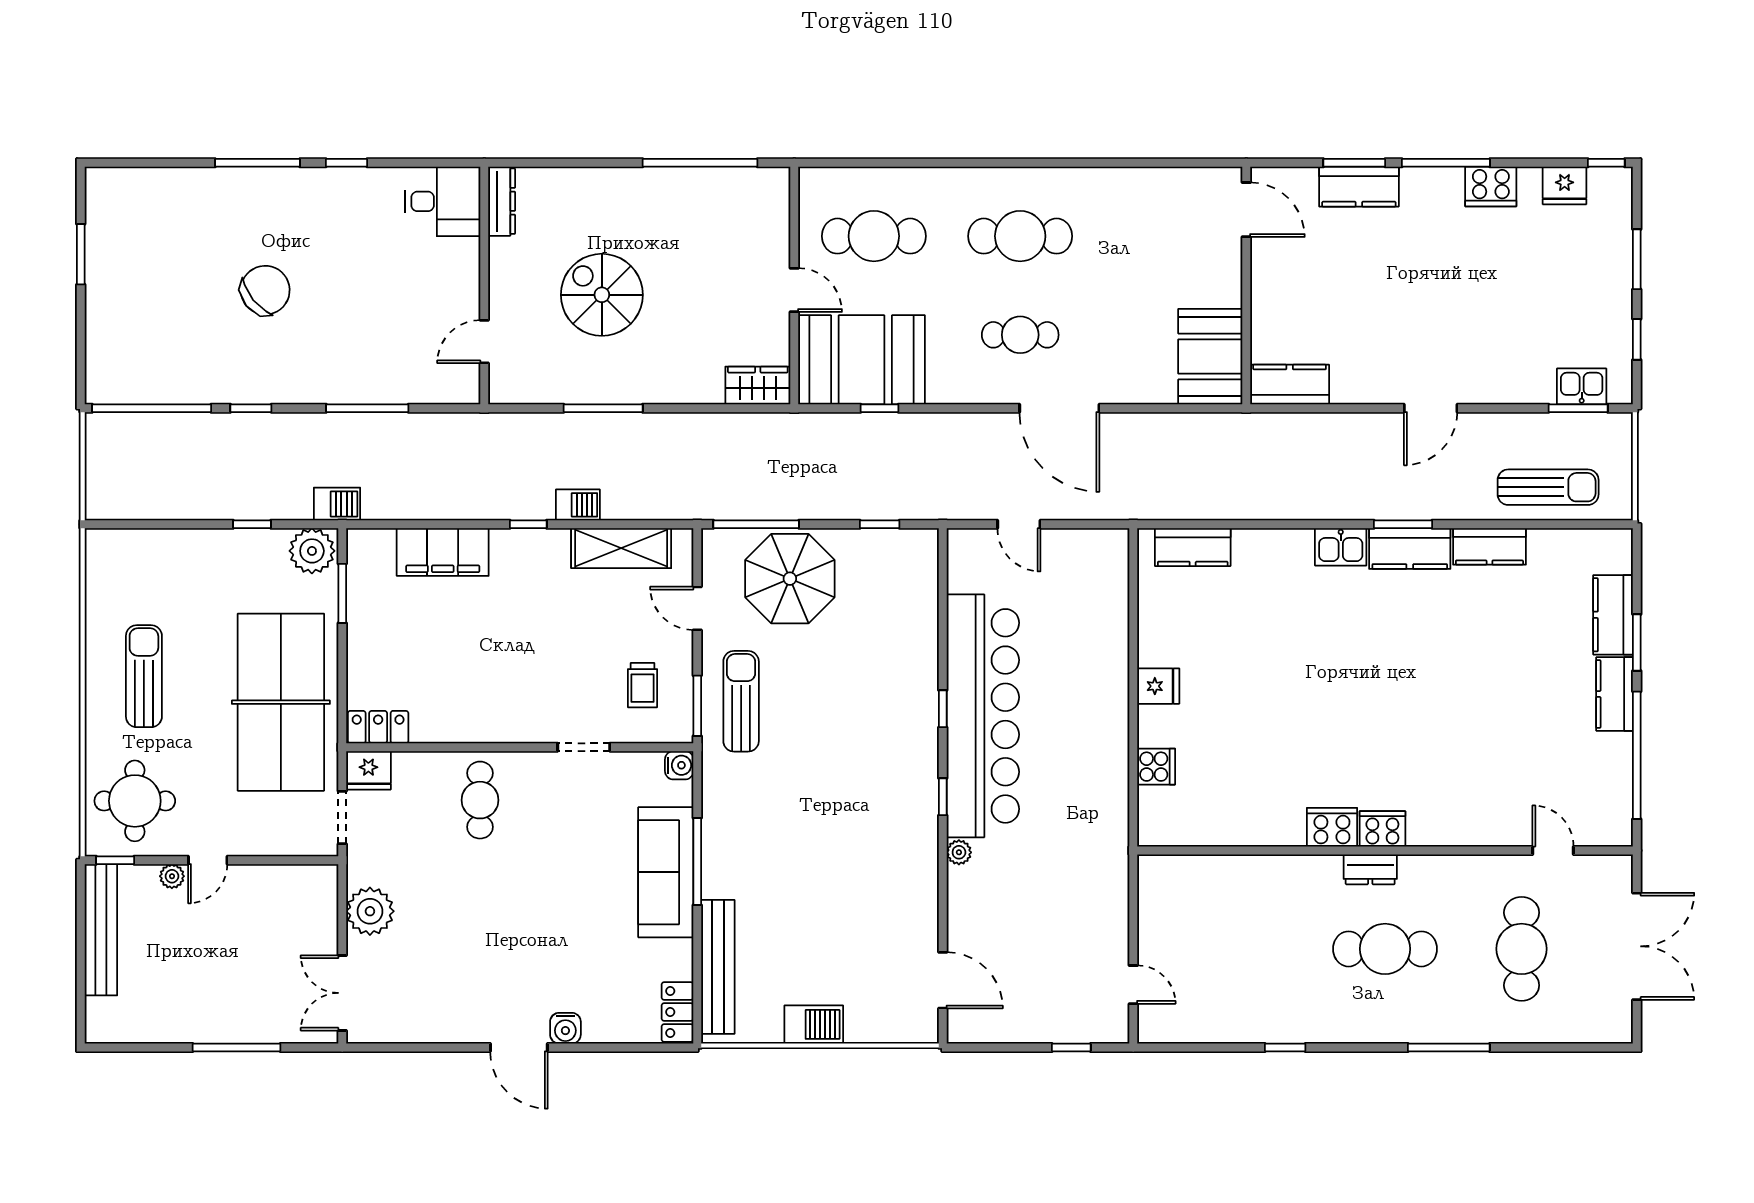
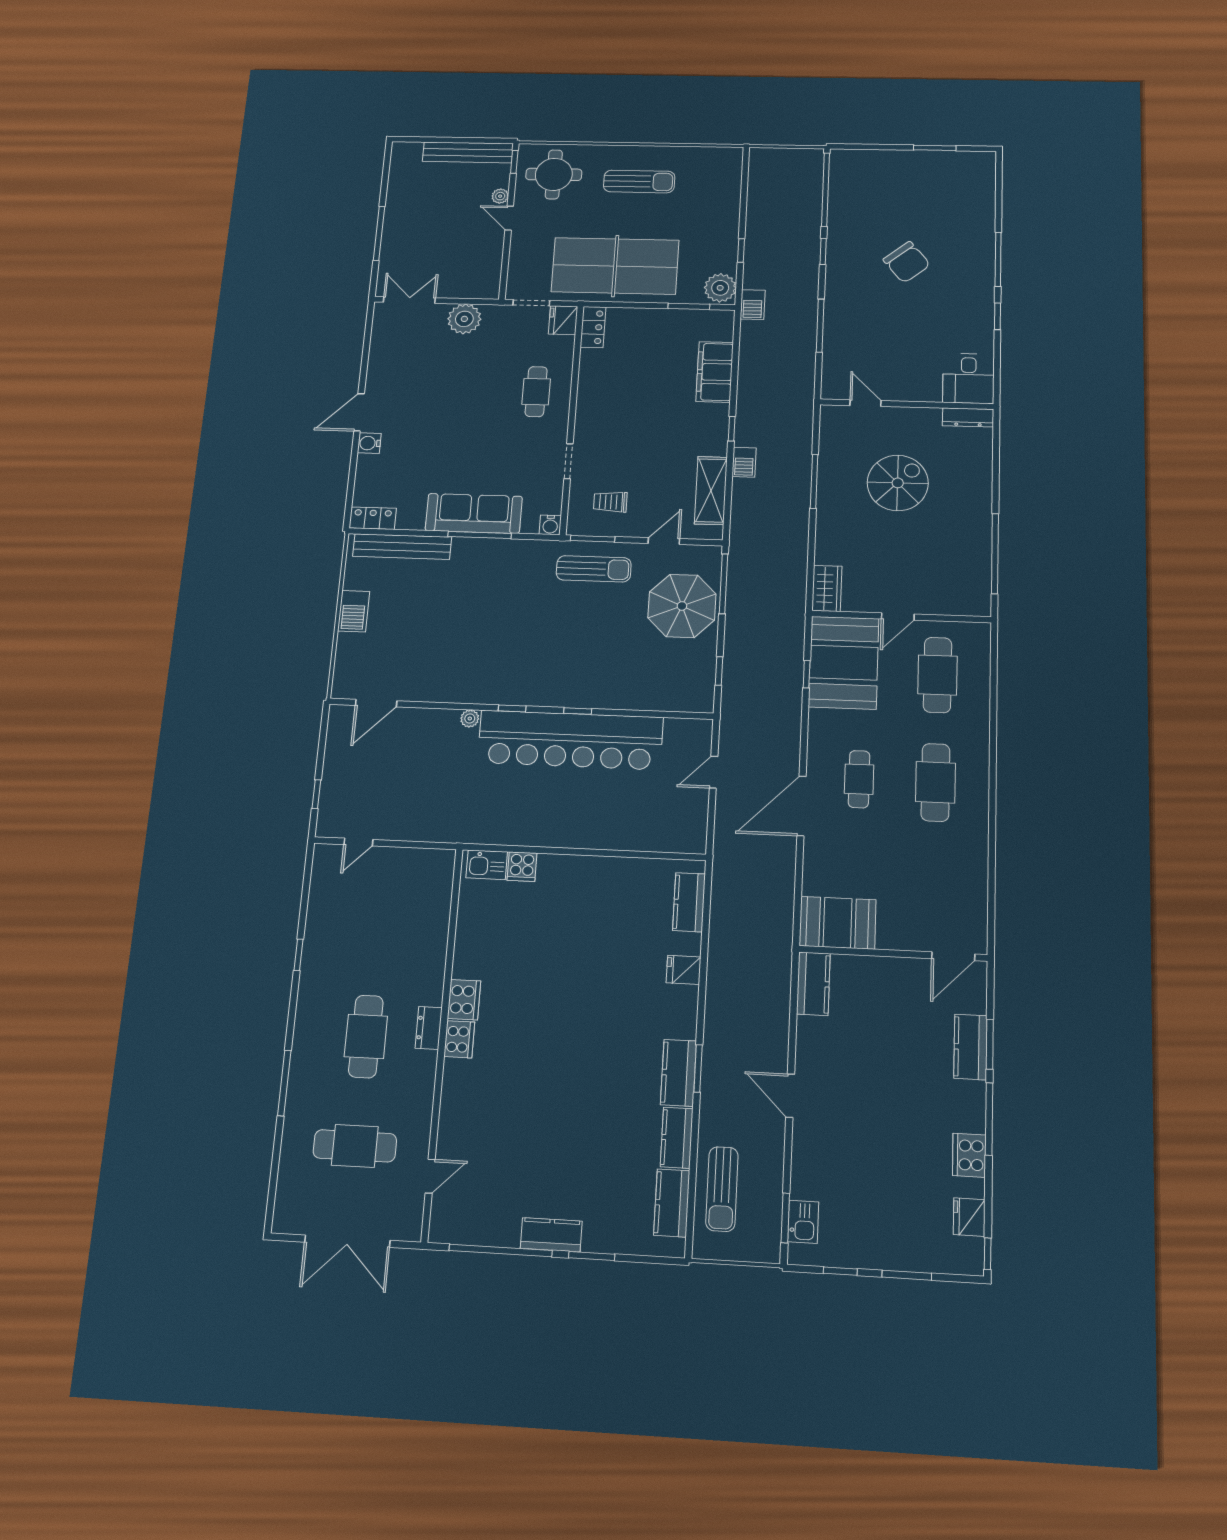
kitchen sink: (1341, 547) -> (487, 865), moved, turned -90
kitchen counter: (1613, 615) -> (672, 1203), moved, turned -90
fridge: (1158, 686) -> (684, 970), moved, turned 90
cafe table: (480, 800) -> (536, 392), turned 90

